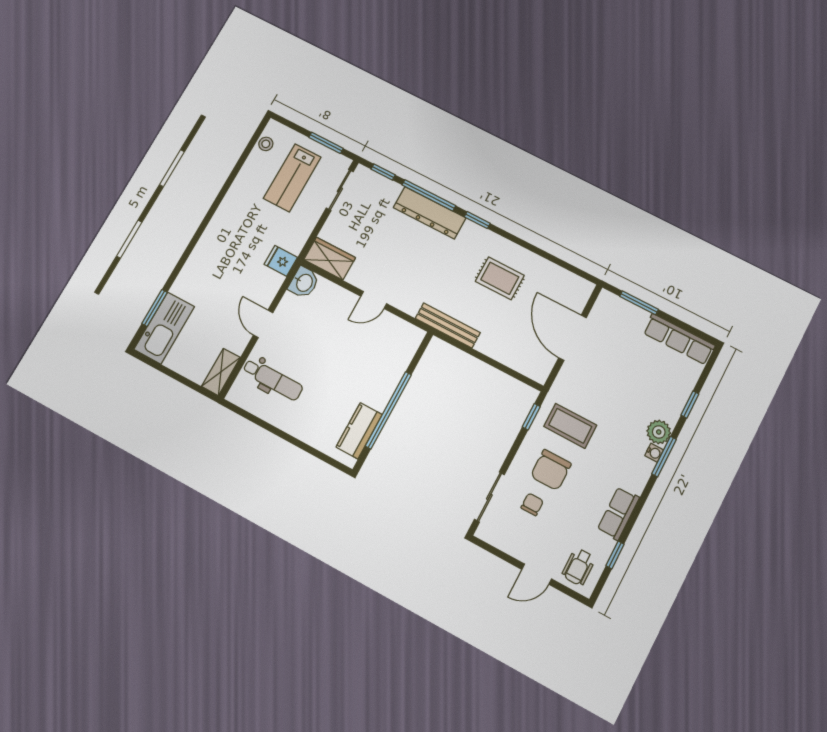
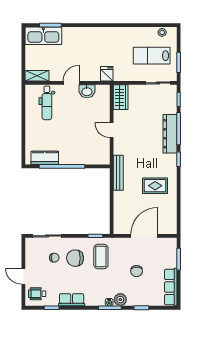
rug: (500, 278) -> (155, 186), turned 90
washbasin: (304, 283) -> (87, 91), moved
chair: (624, 380) -> (137, 271), added

